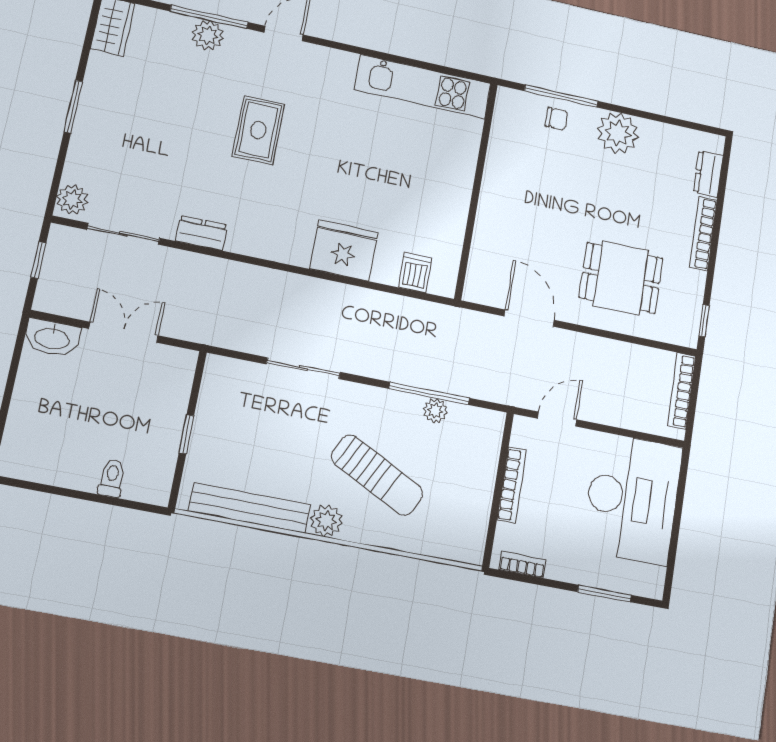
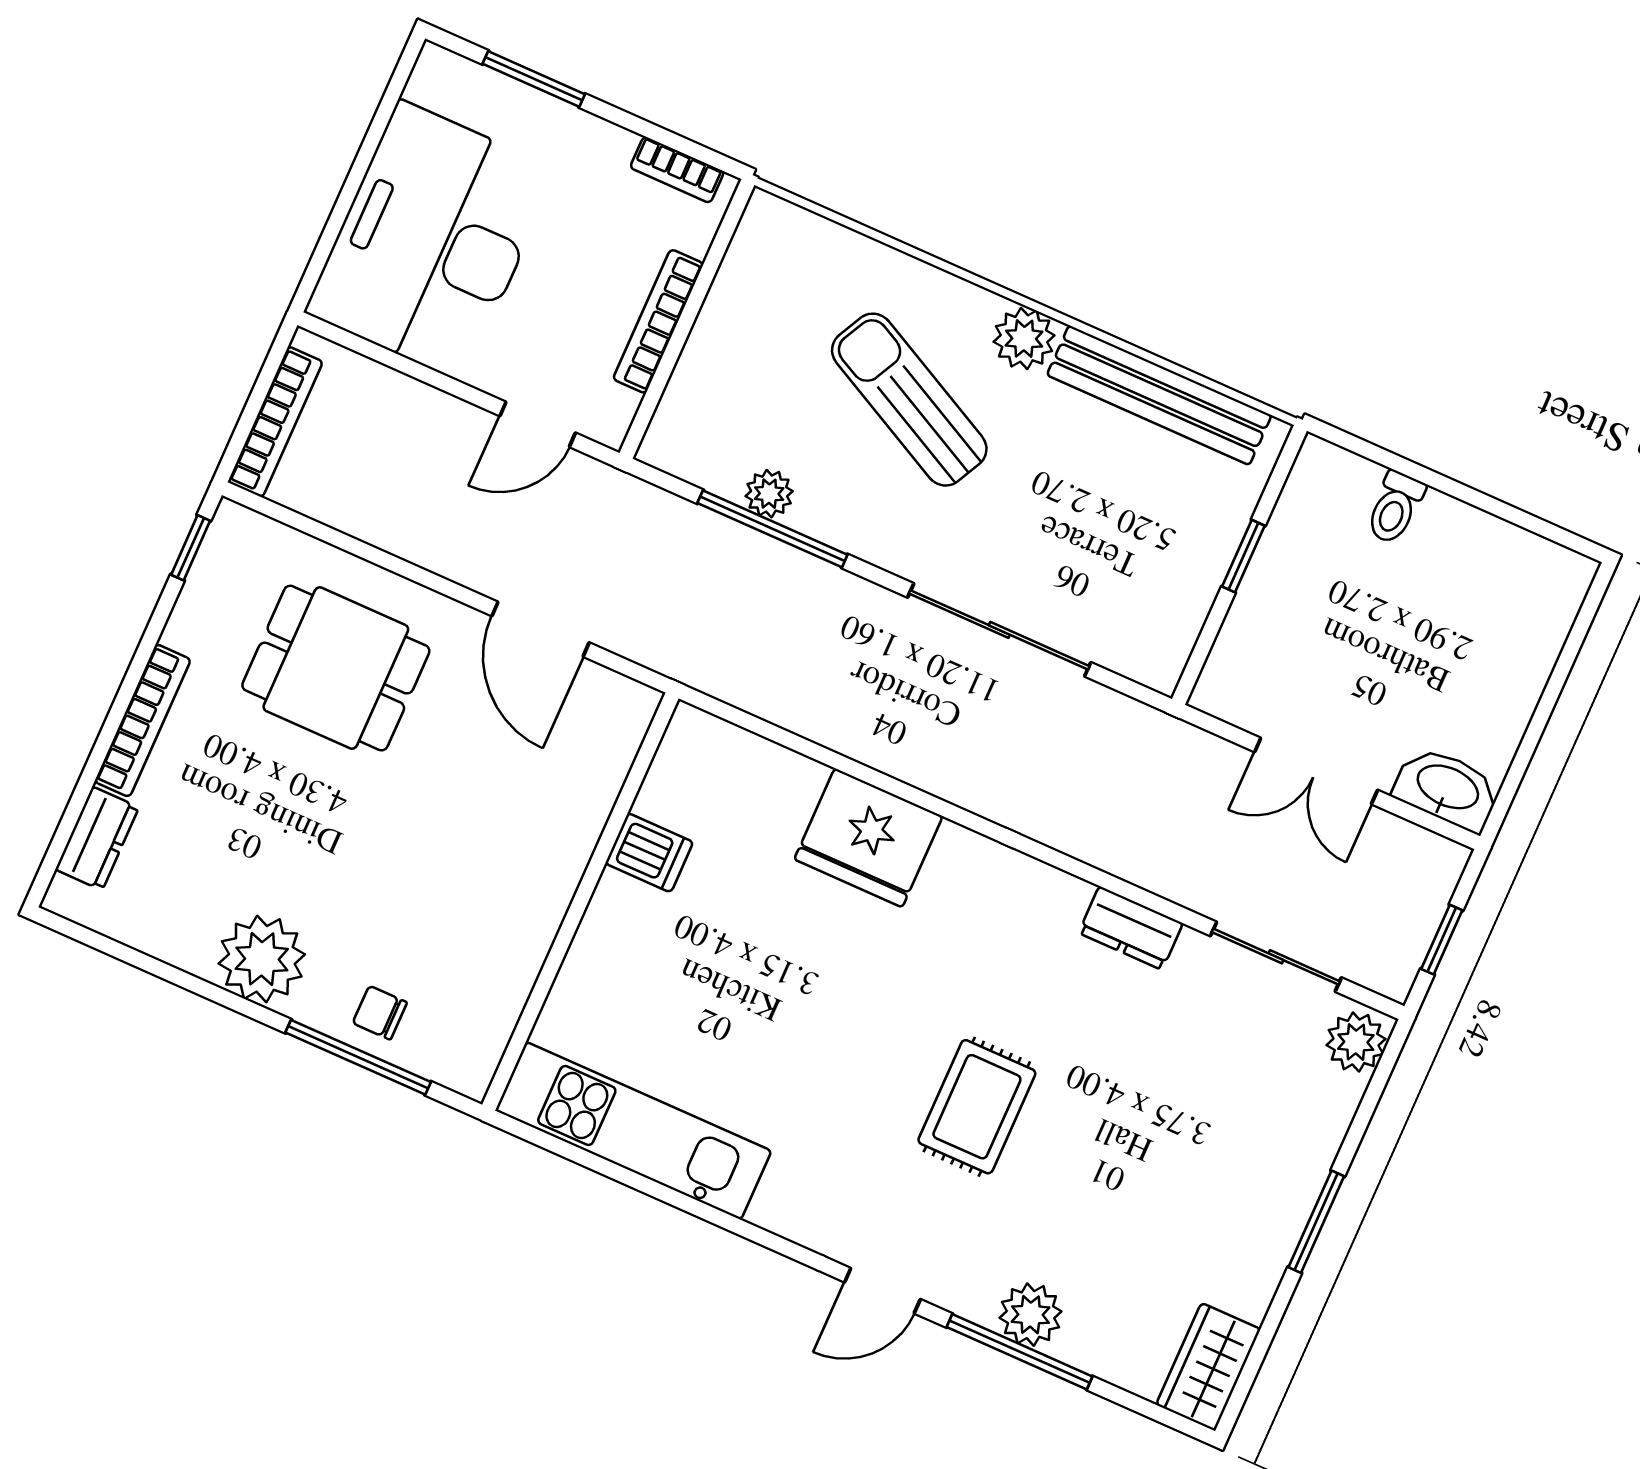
dishwasher: (415, 273) -> (649, 853), moved, turned -90
sliding door: (303, 368) -> (999, 630), width x1.37

